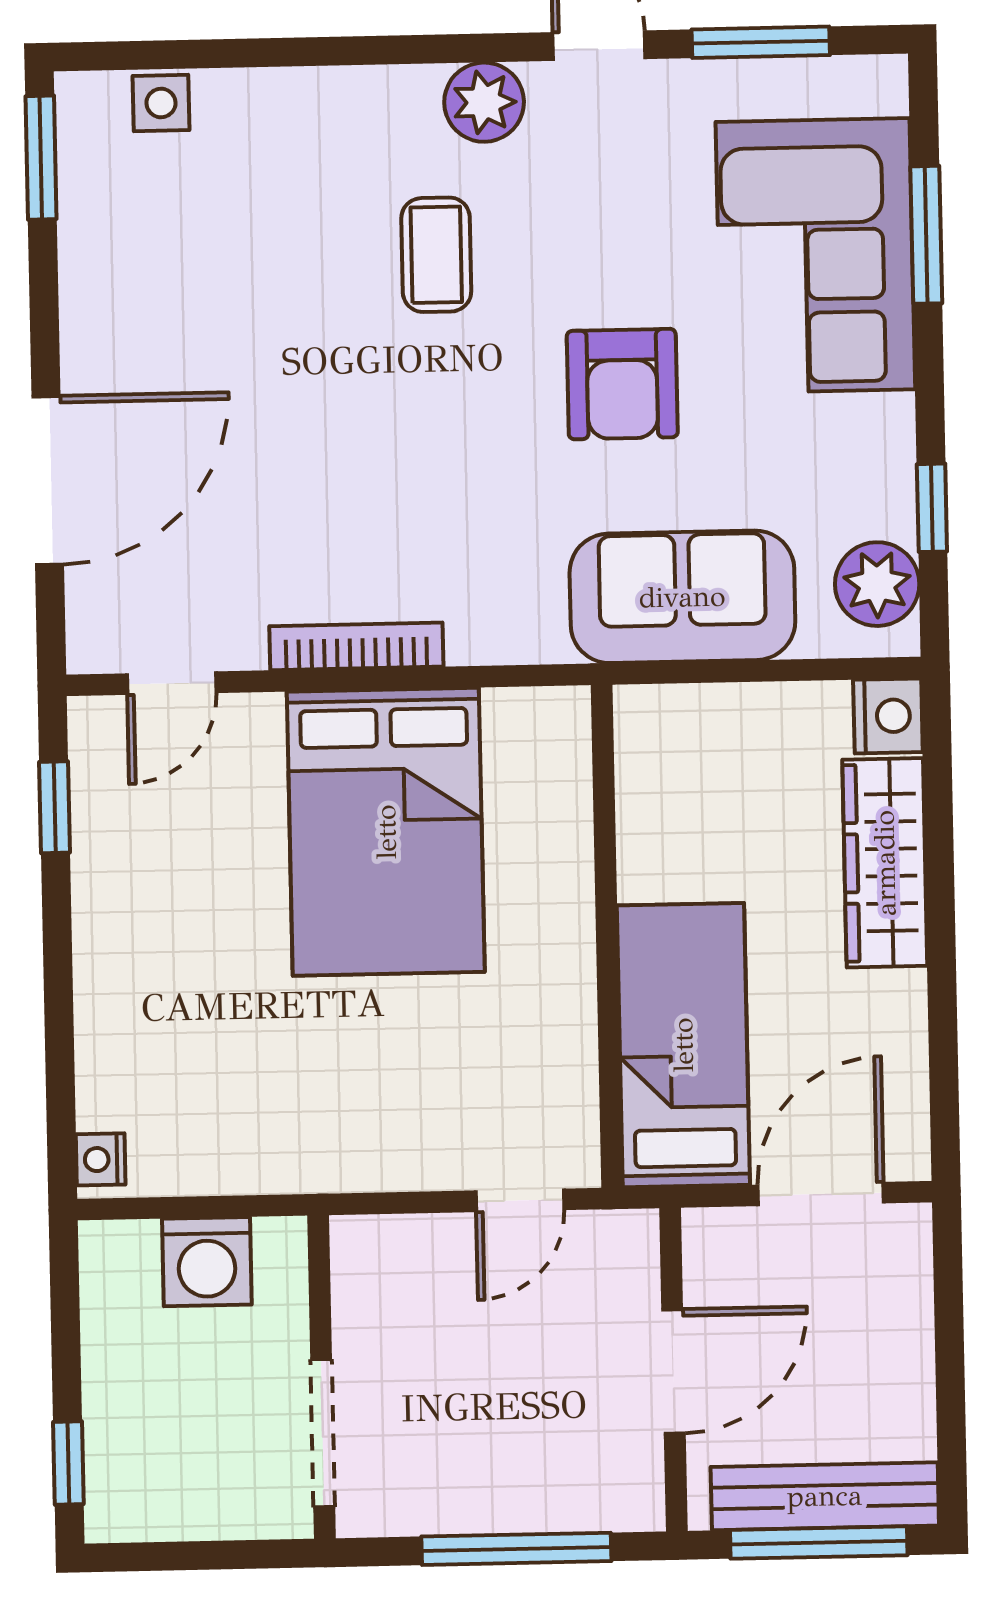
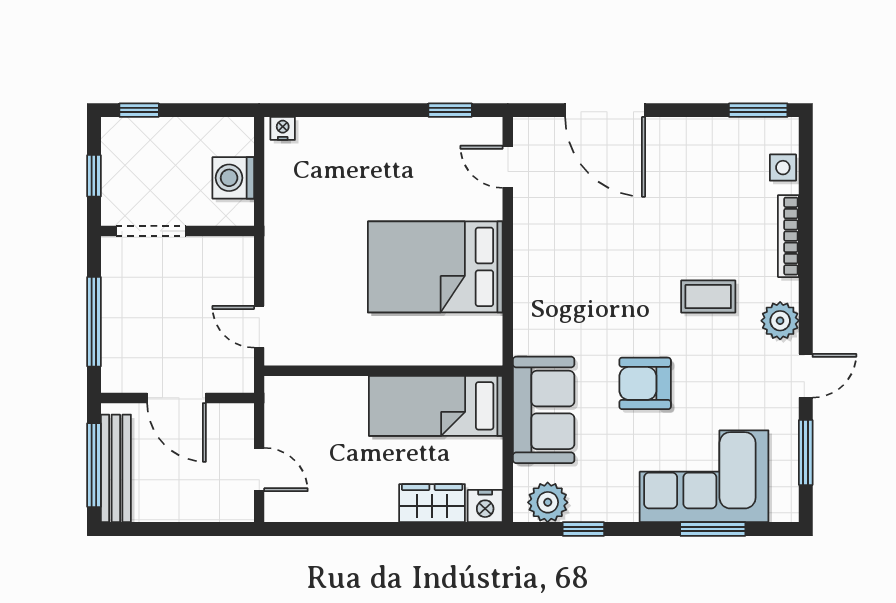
bookcase: (356, 646) -> (788, 236), moved, turned 180
wardrobe: (885, 863) -> (432, 503), width x0.67
bed: (683, 1045) -> (436, 406), moved, turned 180
door: (821, 1194) -> (259, 469), width x0.73
window: (209, 1555) -> (94, 176), added

